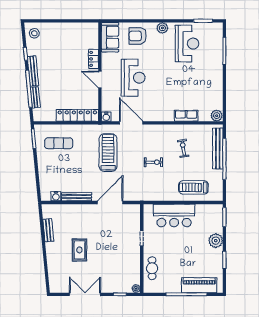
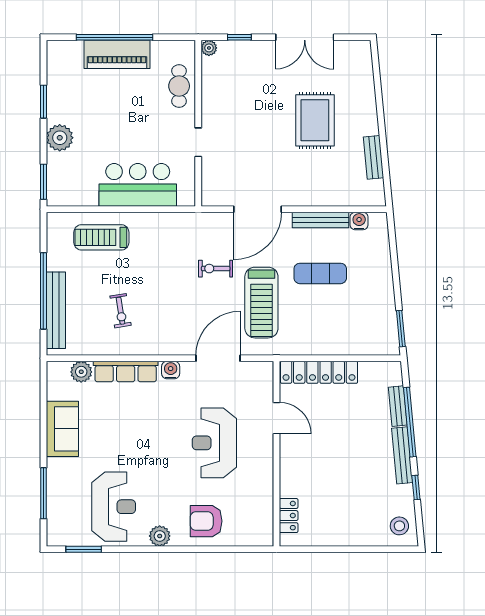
armchair: (138, 36) -> (206, 521), turned 180
sofa: (110, 37) -> (62, 429), moved, turned 180
reception desk: (187, 44) -> (114, 507), turned 180
locker: (94, 59) -> (289, 516), moved
door: (100, 80) -> (277, 418), moved
row of seats: (186, 116) -> (126, 372), width x1.48
plant: (217, 116) -> (81, 372), moved
water cooler: (106, 117) -> (171, 370), moved
door: (131, 123) -> (218, 358), swing flipped
exercise mat: (59, 143) -> (320, 273), moved
exercise bike: (153, 162) -> (216, 269), moved
treadmill: (194, 187) -> (101, 237), turned 180
rug: (79, 250) -> (315, 120), width x1.36, depth x1.43
piano: (199, 285) -> (117, 54), moved

